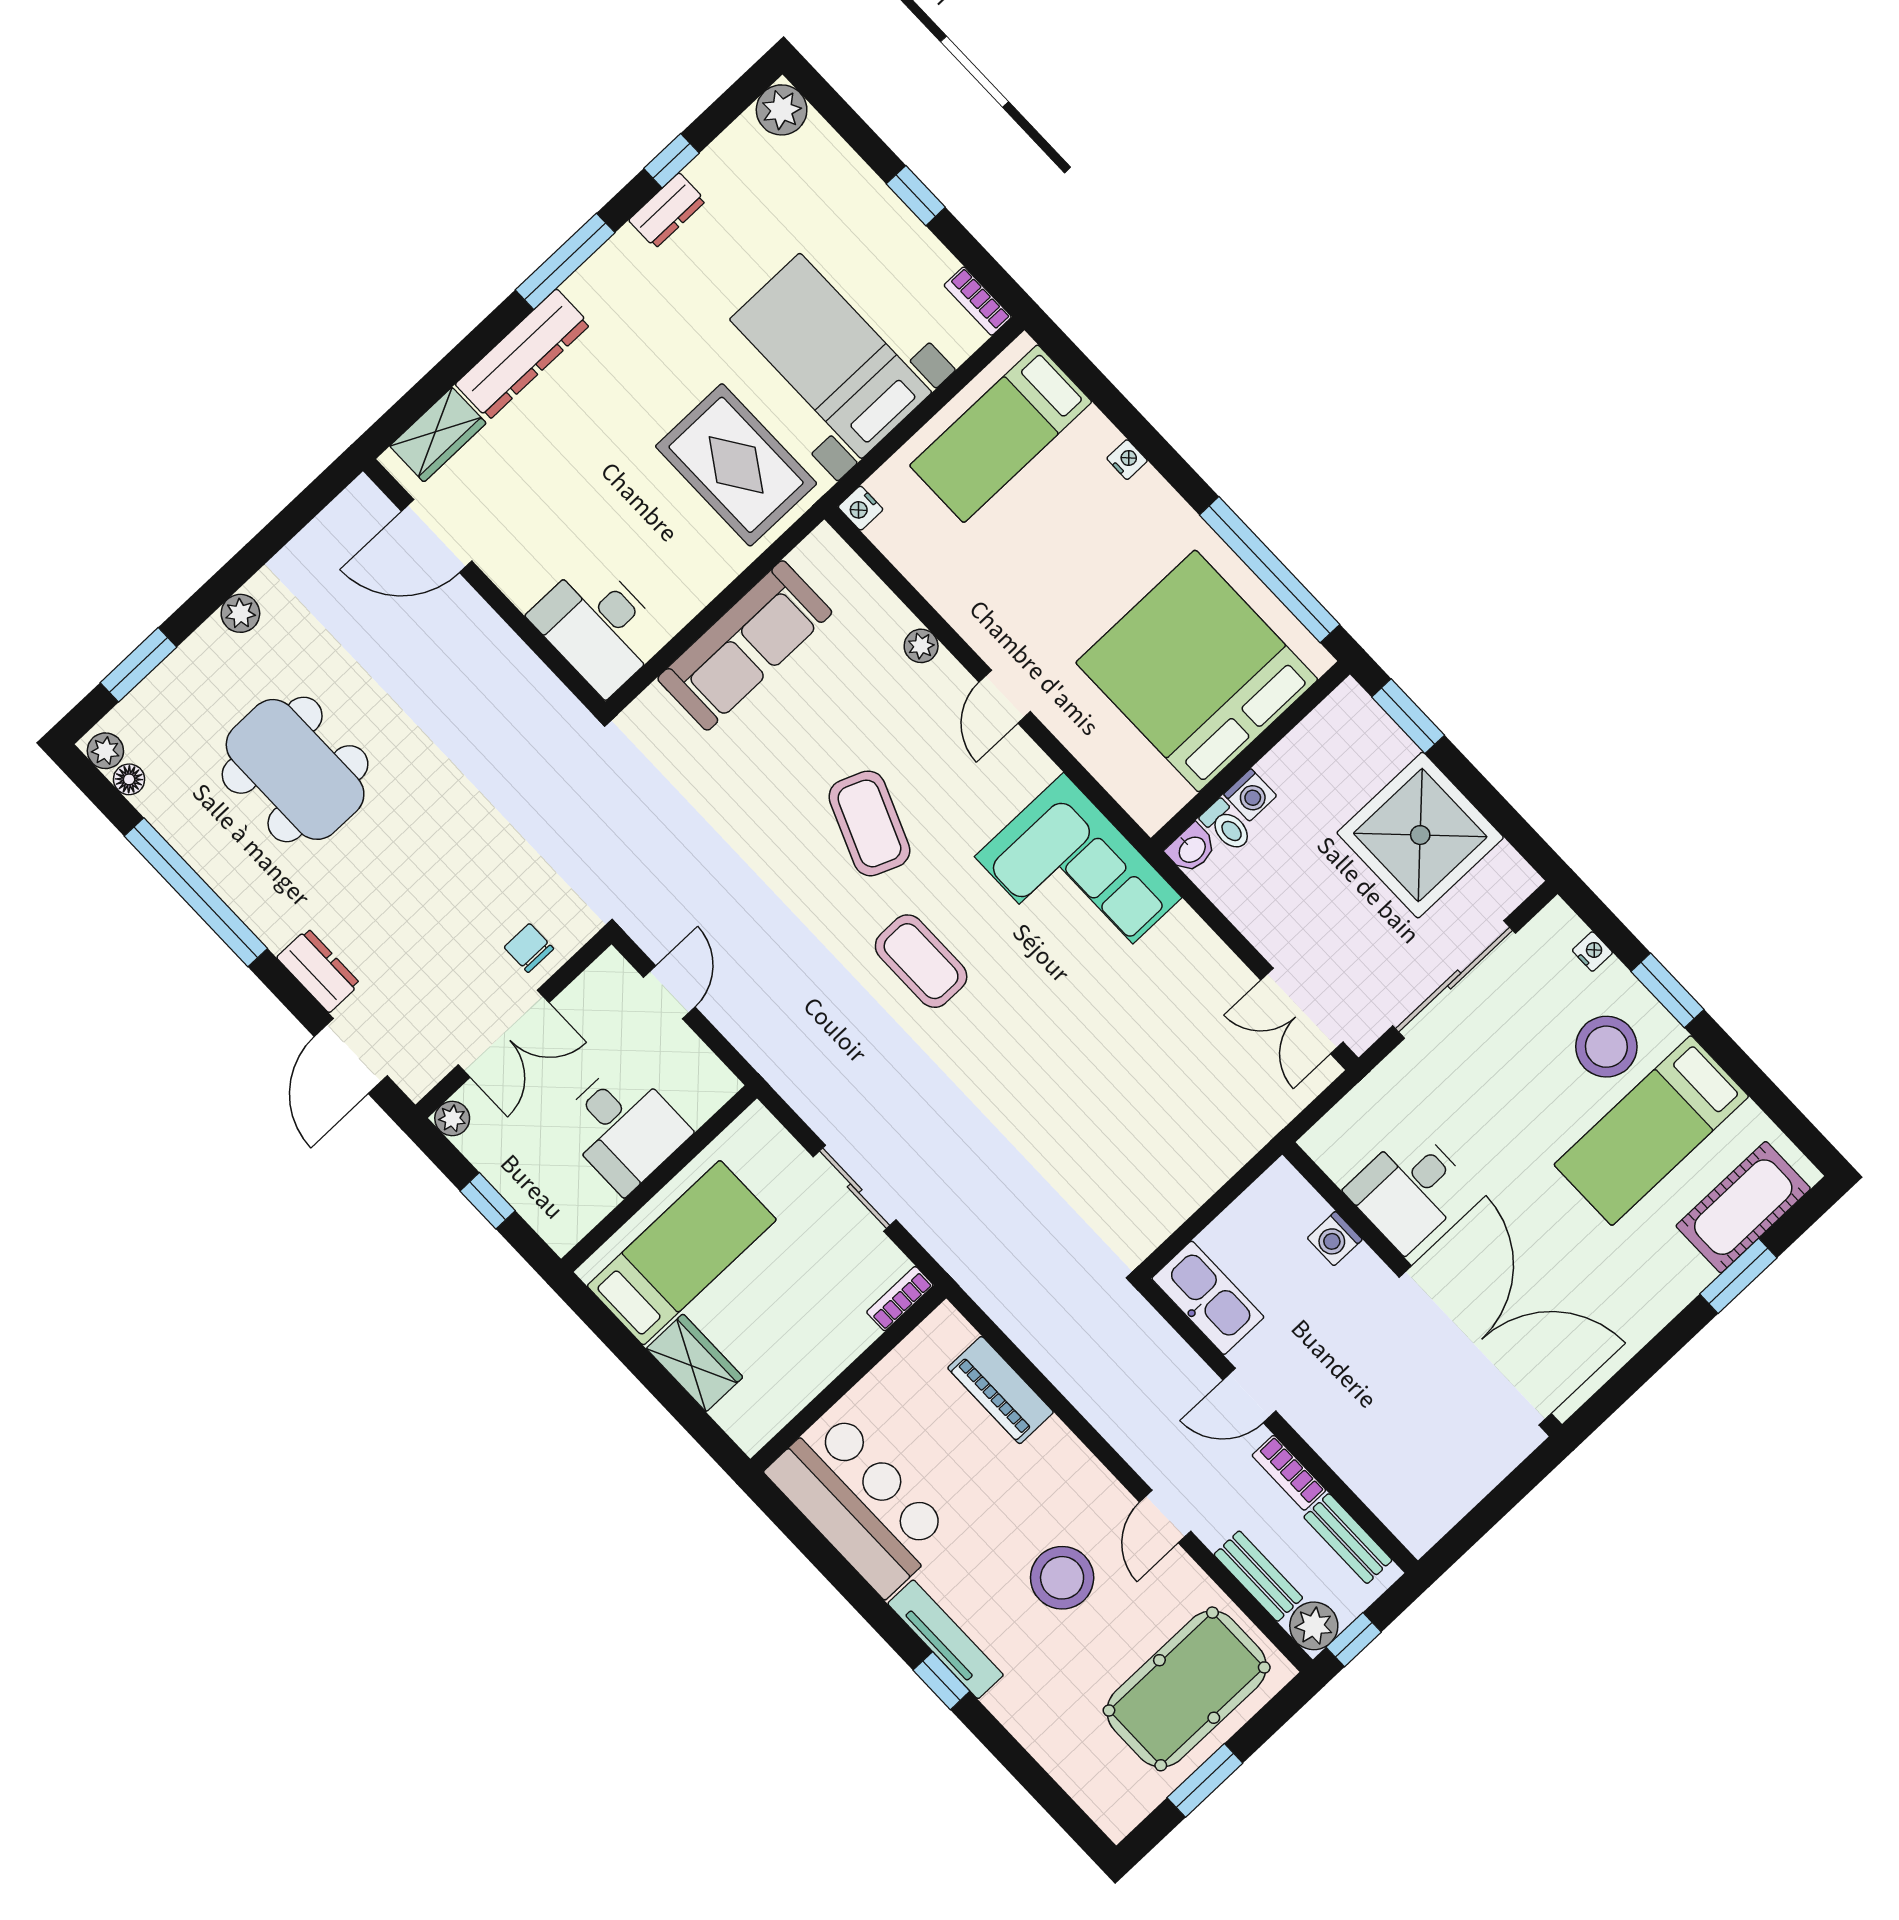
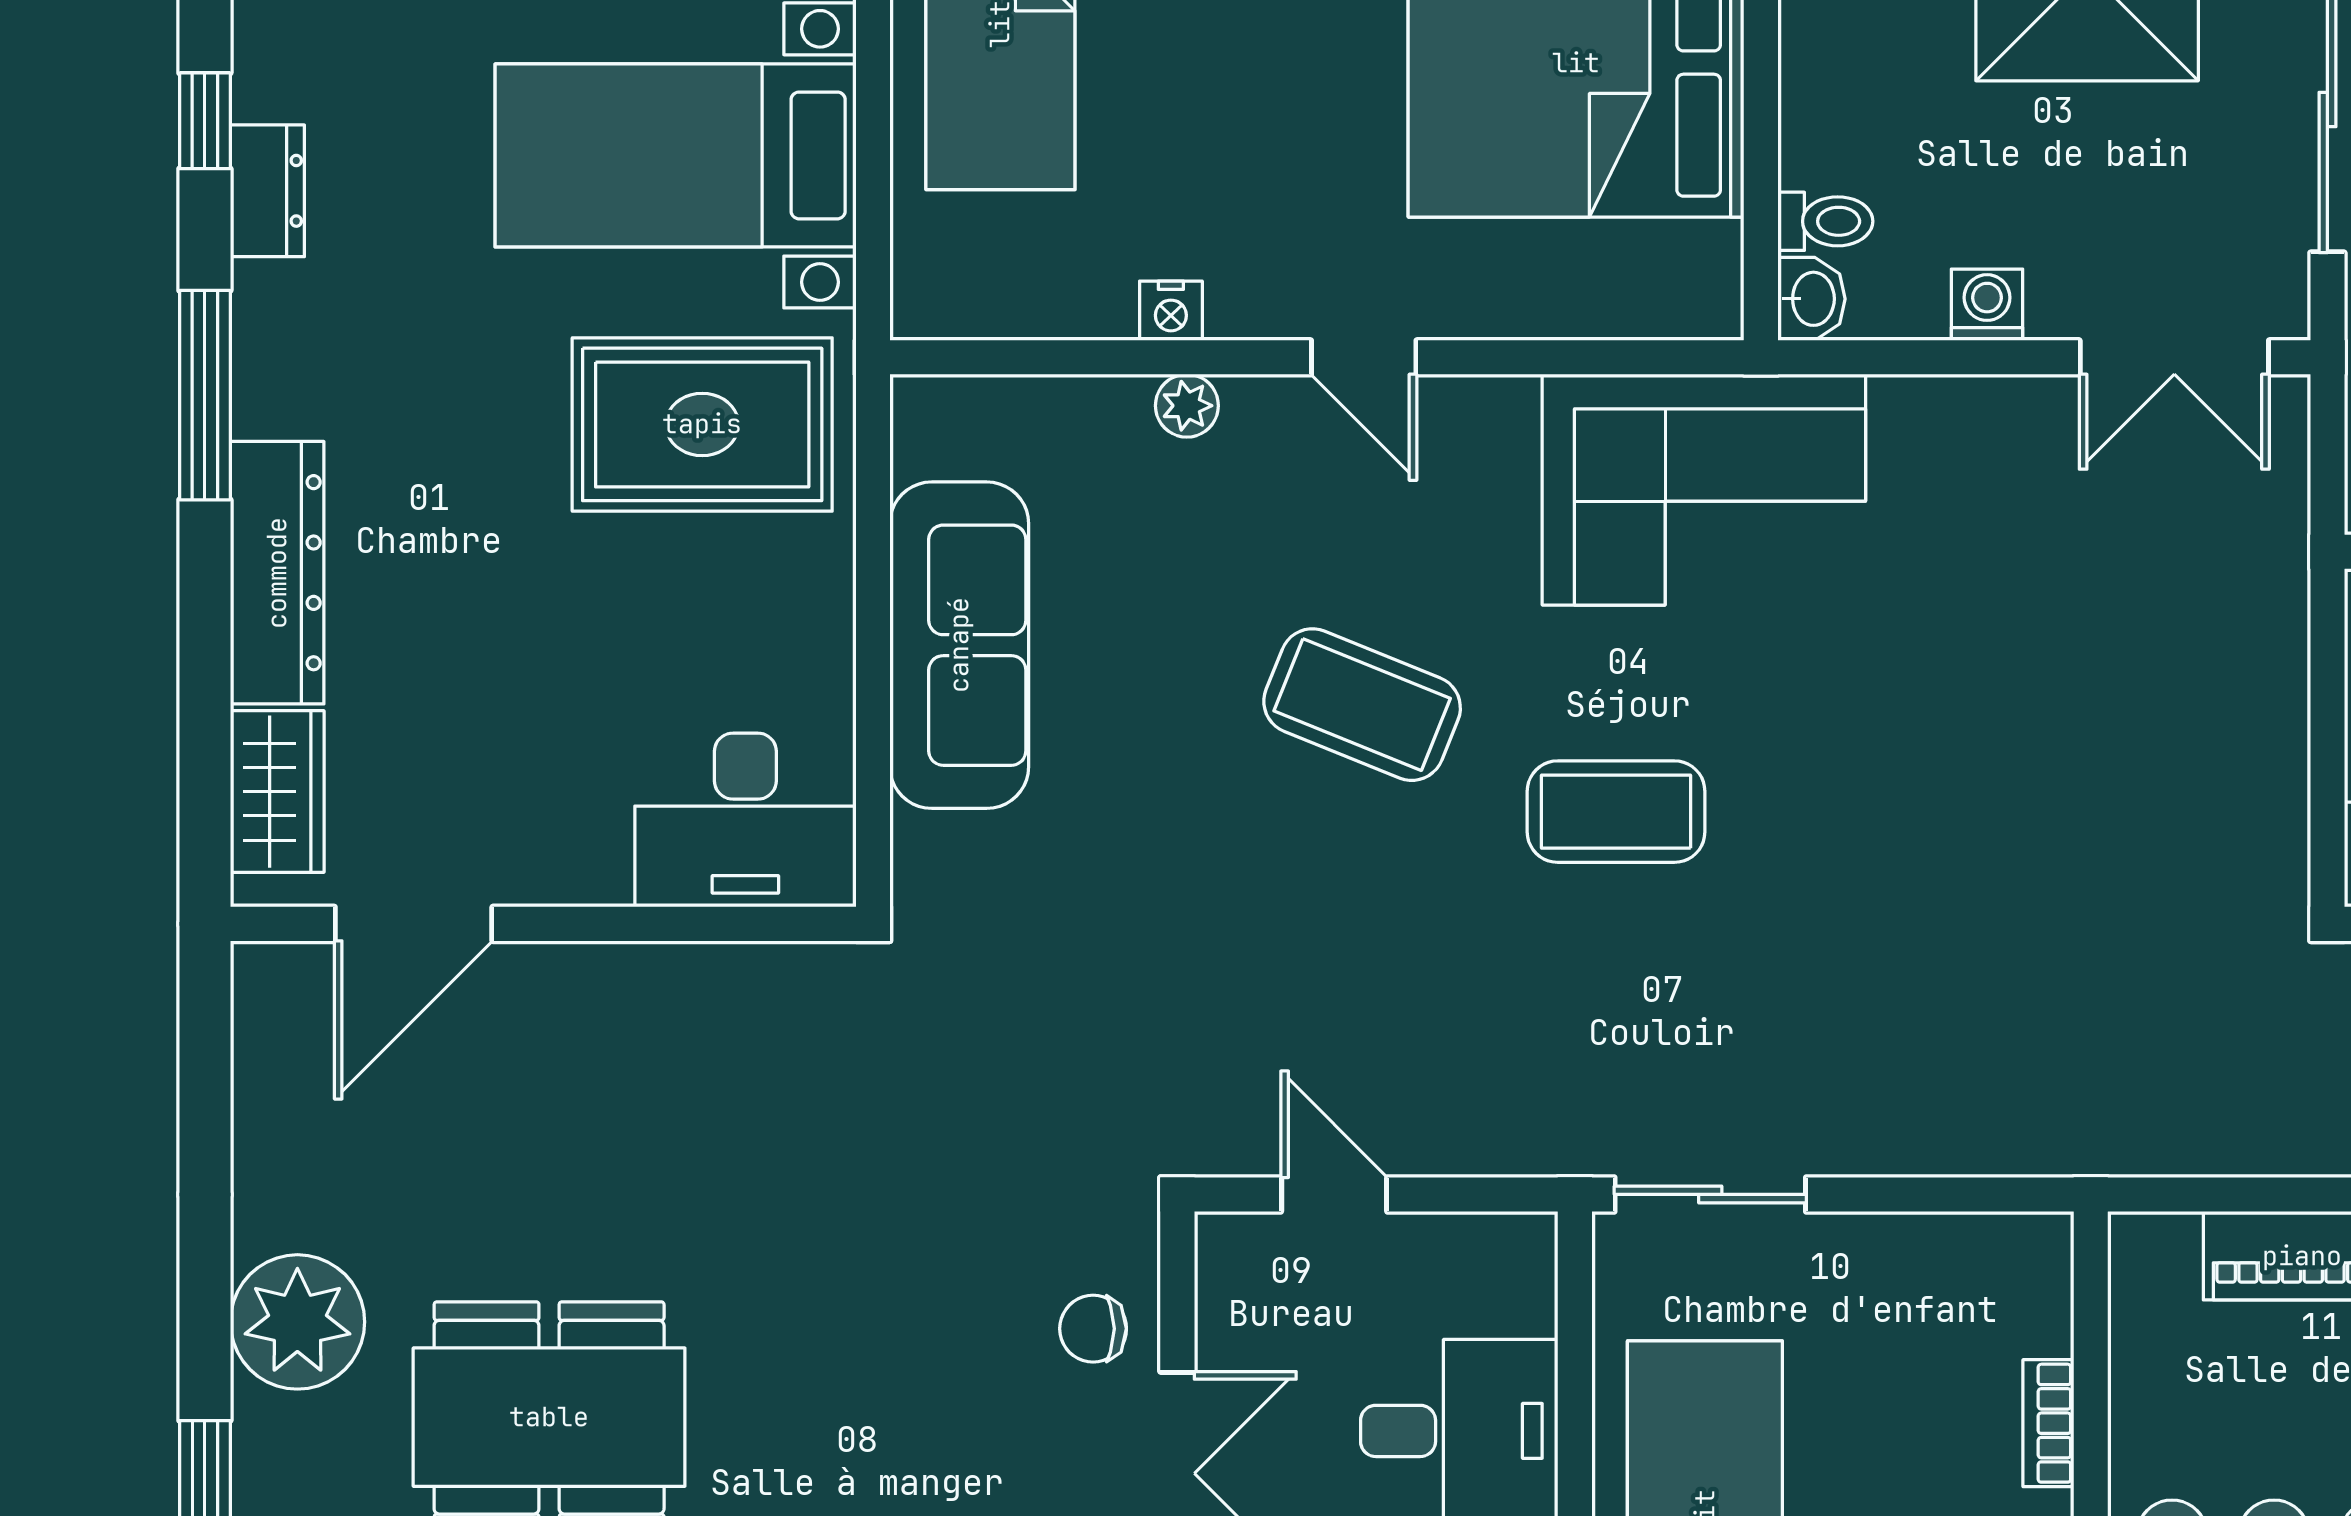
nightstand: (861, 508) -> (1171, 311), moved
plant: (240, 613) -> (297, 1322), width x1.87, depth x1.87
washing machine: (1250, 795) -> (1987, 305), moved, turned -90
sliding door: (855, 1188) -> (1710, 1194), moved
bookcase: (900, 1299) -> (2048, 1423), moved

